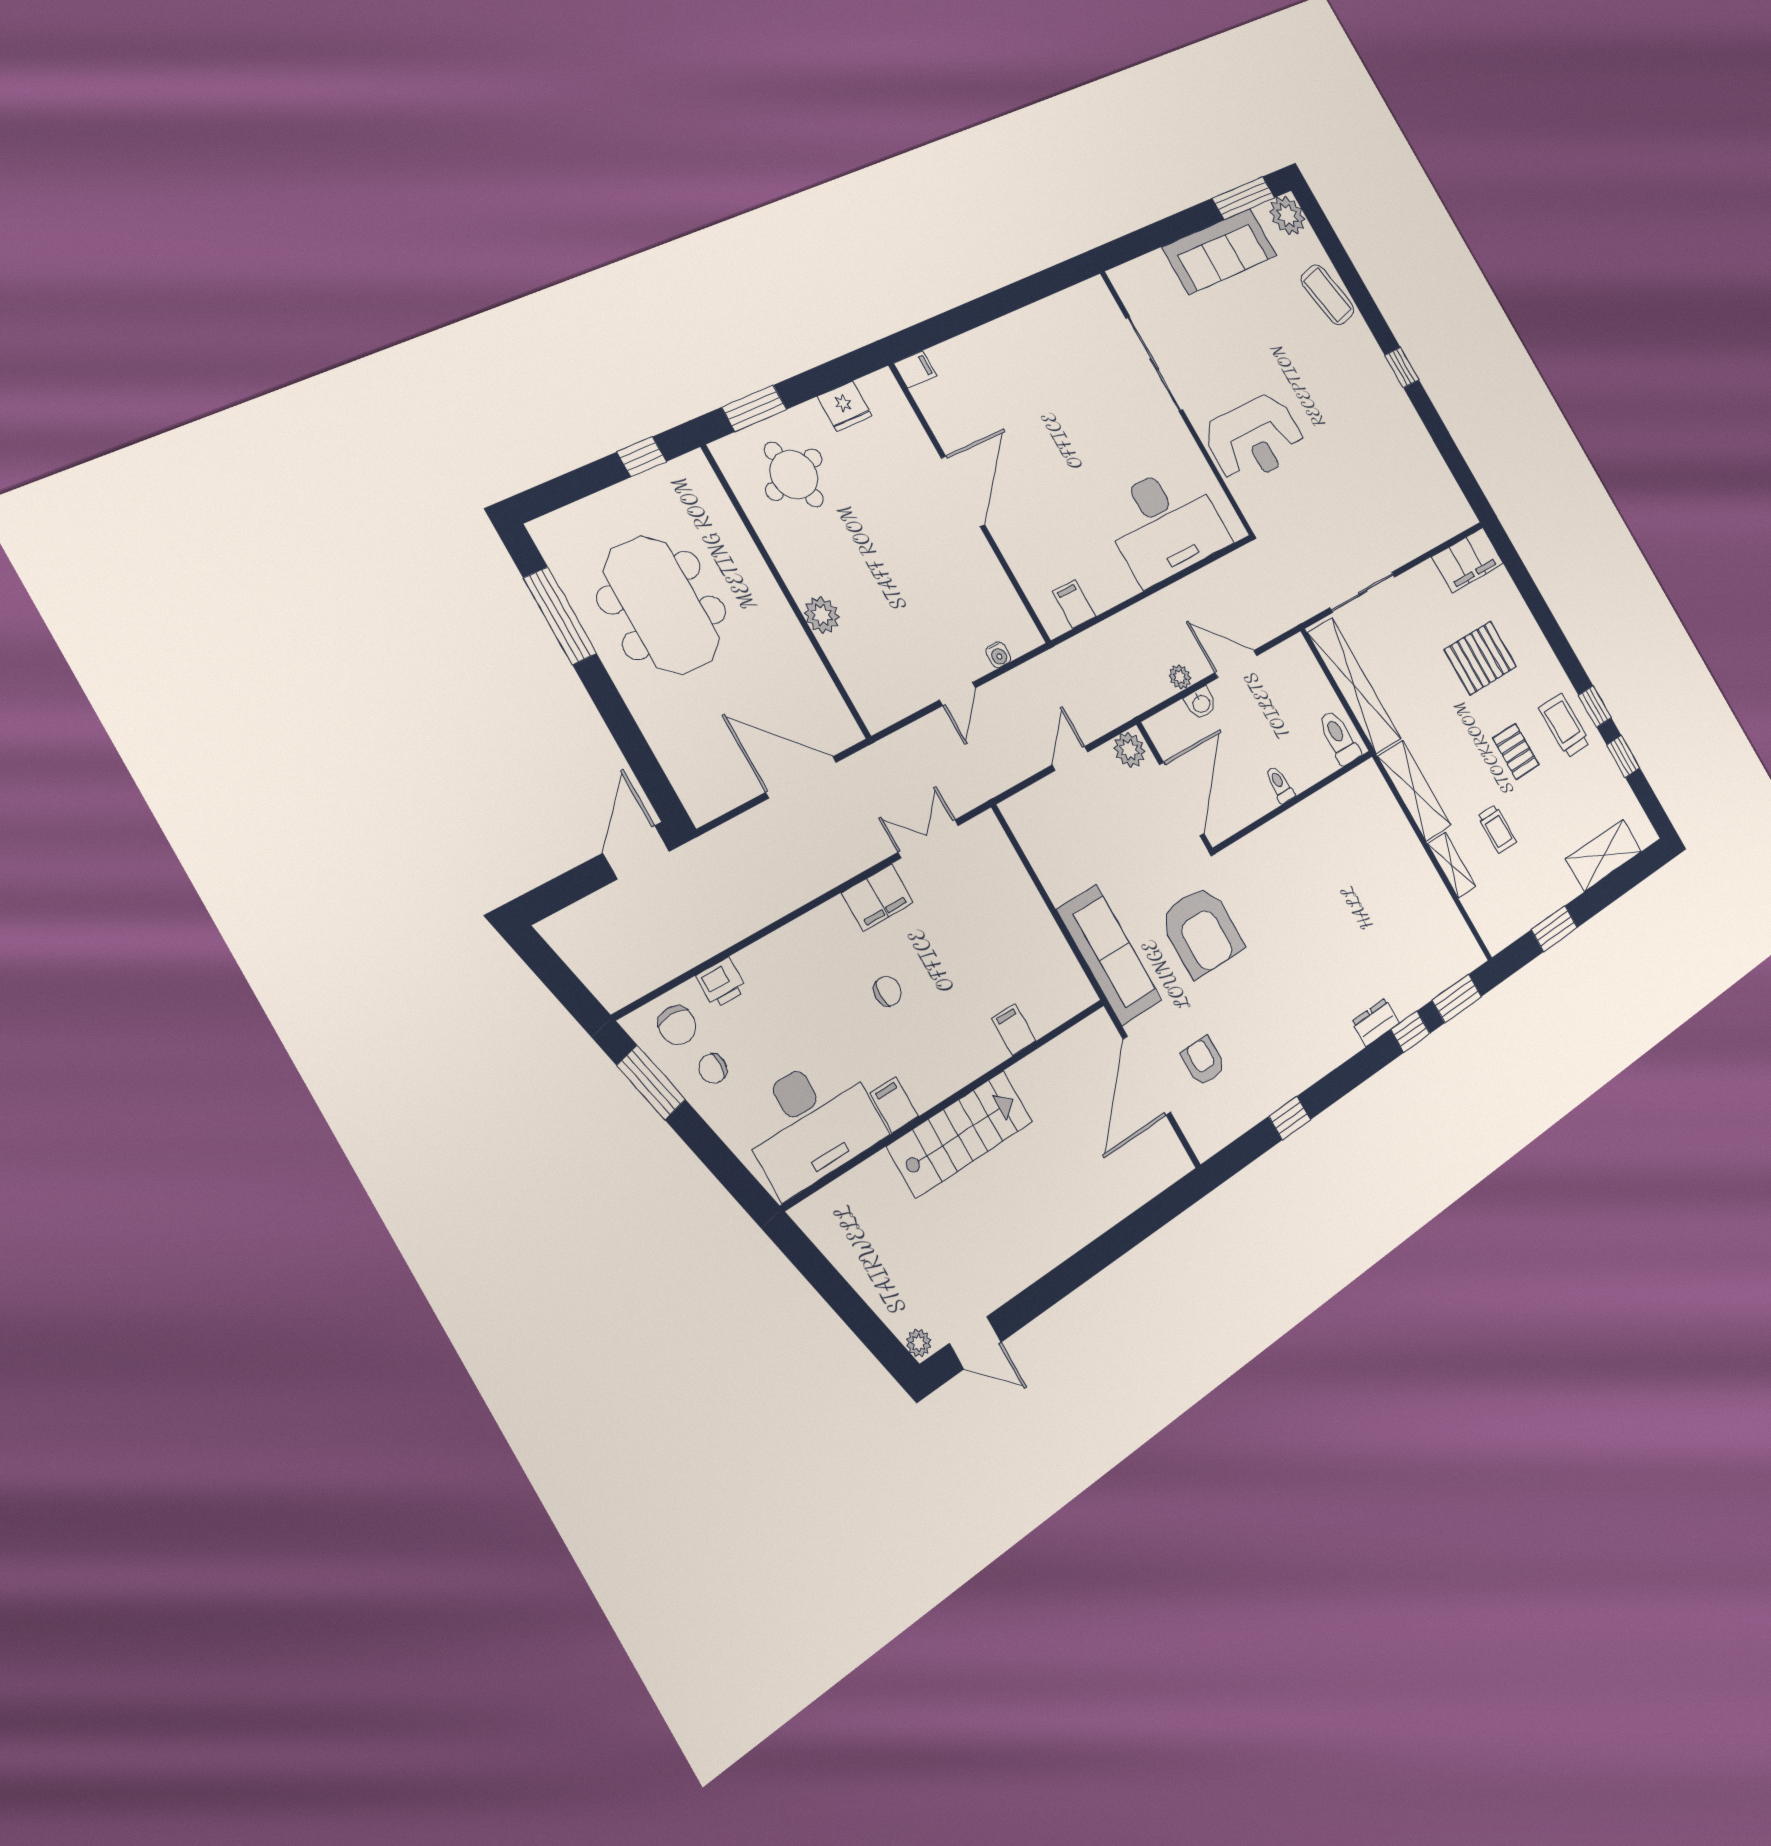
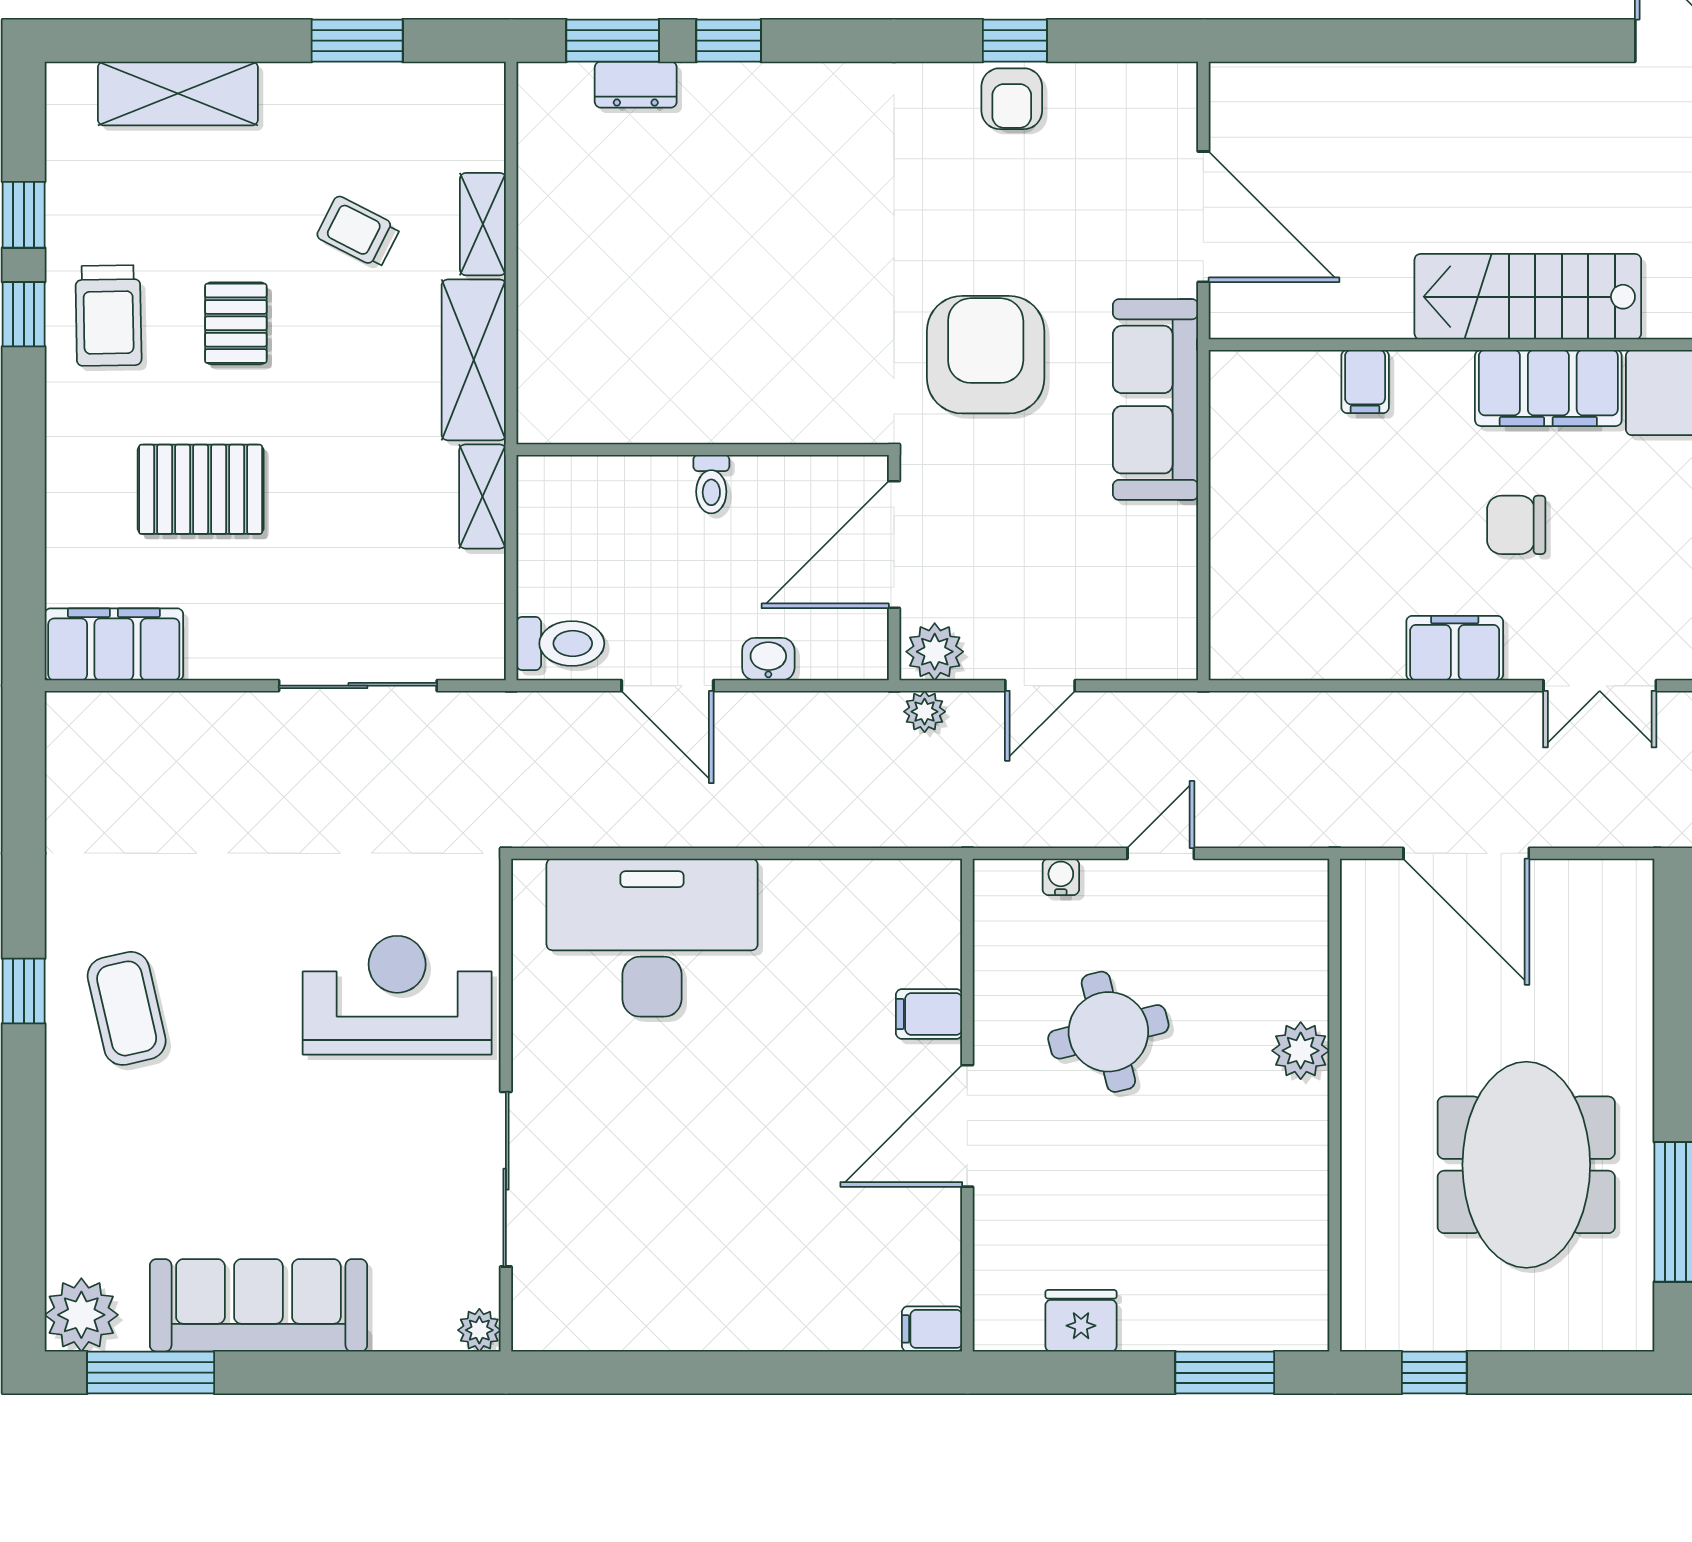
plant: (1120, 279) -> (479, 1330), added
coffee table: (1327, 295) -> (127, 1008), moved
round table: (794, 475) -> (1108, 1032), moved
filing cabinet: (1074, 604) -> (929, 1014), moved, turned 90
plant: (1180, 677) -> (925, 712), moved
shelving: (1354, 686) -> (483, 496), width x0.45, depth x0.75
toilet: (1339, 738) -> (560, 643), moved, turned -90
trolley: (1497, 829) -> (358, 232), turned -63
double door: (928, 839) -> (1600, 686), moved
chair: (888, 991) -> (1516, 525), width x1.37, depth x1.37
dresser: (1376, 1022) -> (636, 85), moved
armchair: (1203, 1061) -> (1012, 99), moved
door: (1147, 1076) -> (1203, 217), hinge flipped
filing cabinet: (894, 1105) -> (1548, 388), width x3.00, depth x1.17

